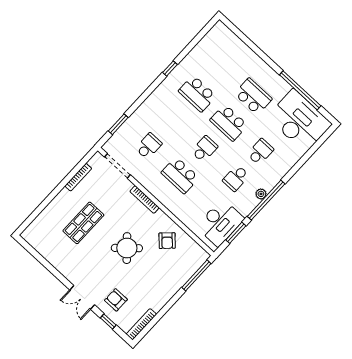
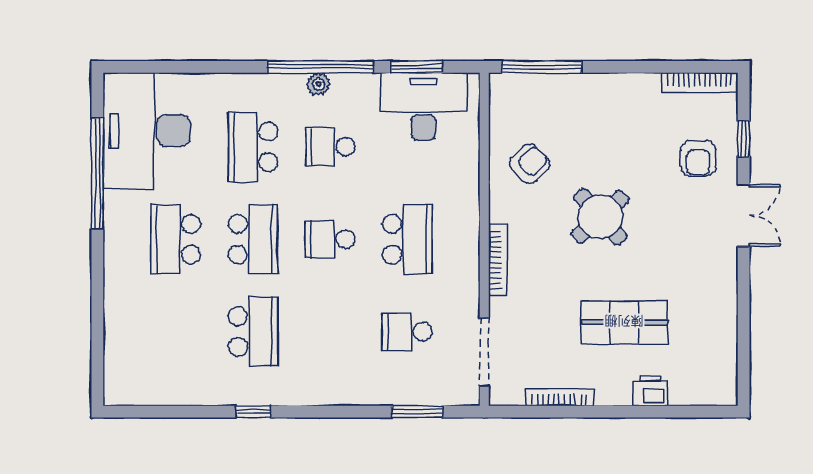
school desk: (260, 152) -> (253, 147), width x1.85
school desk: (236, 178) -> (330, 147), turned 180
printer: (52, 210) -> (650, 390), added

